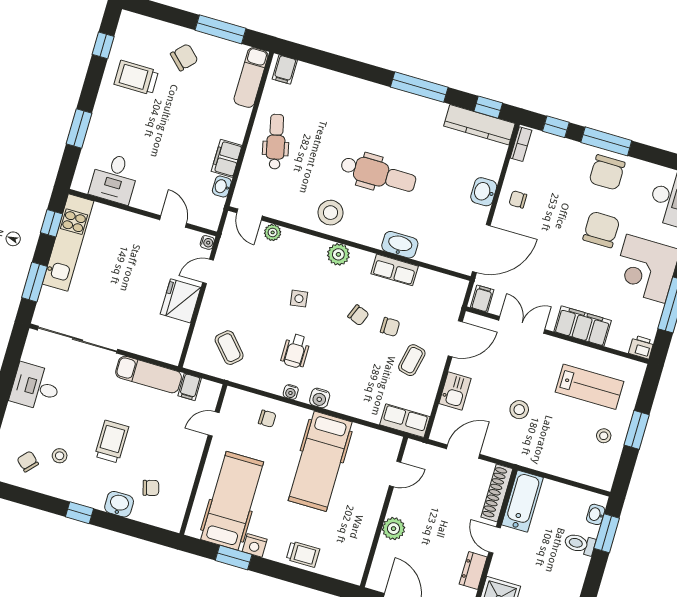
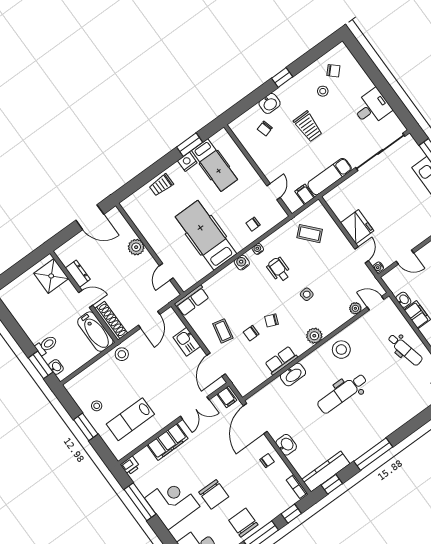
stool: (519, 410) -> (122, 354), moved
hospital bed: (232, 501) -> (214, 165), width x0.73, depth x0.78

